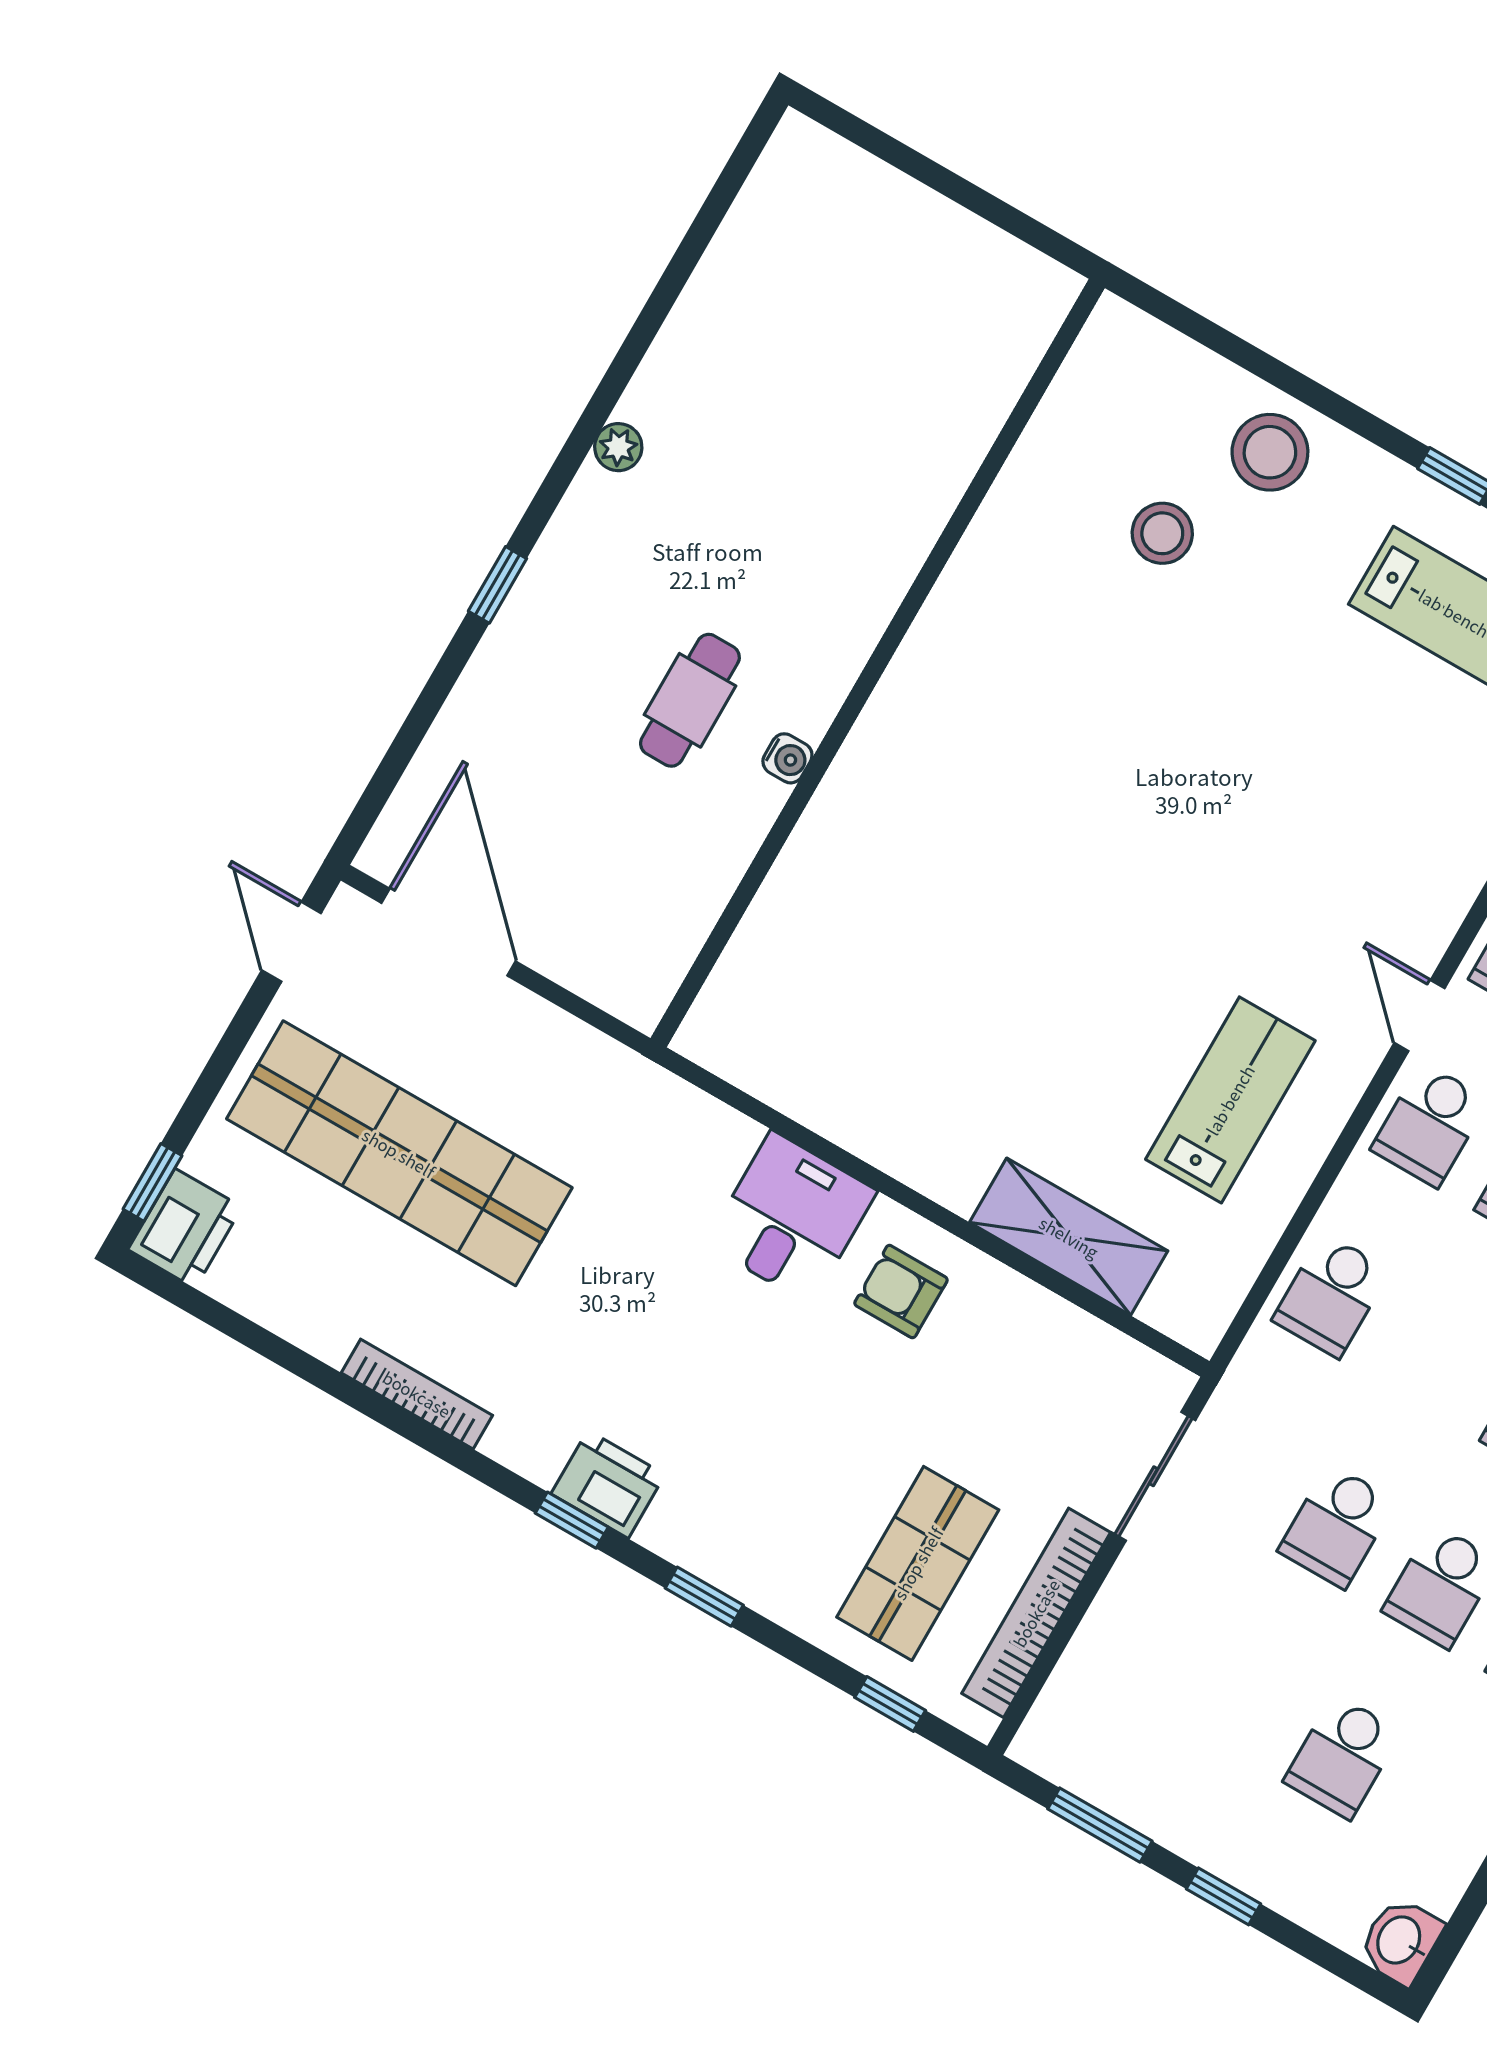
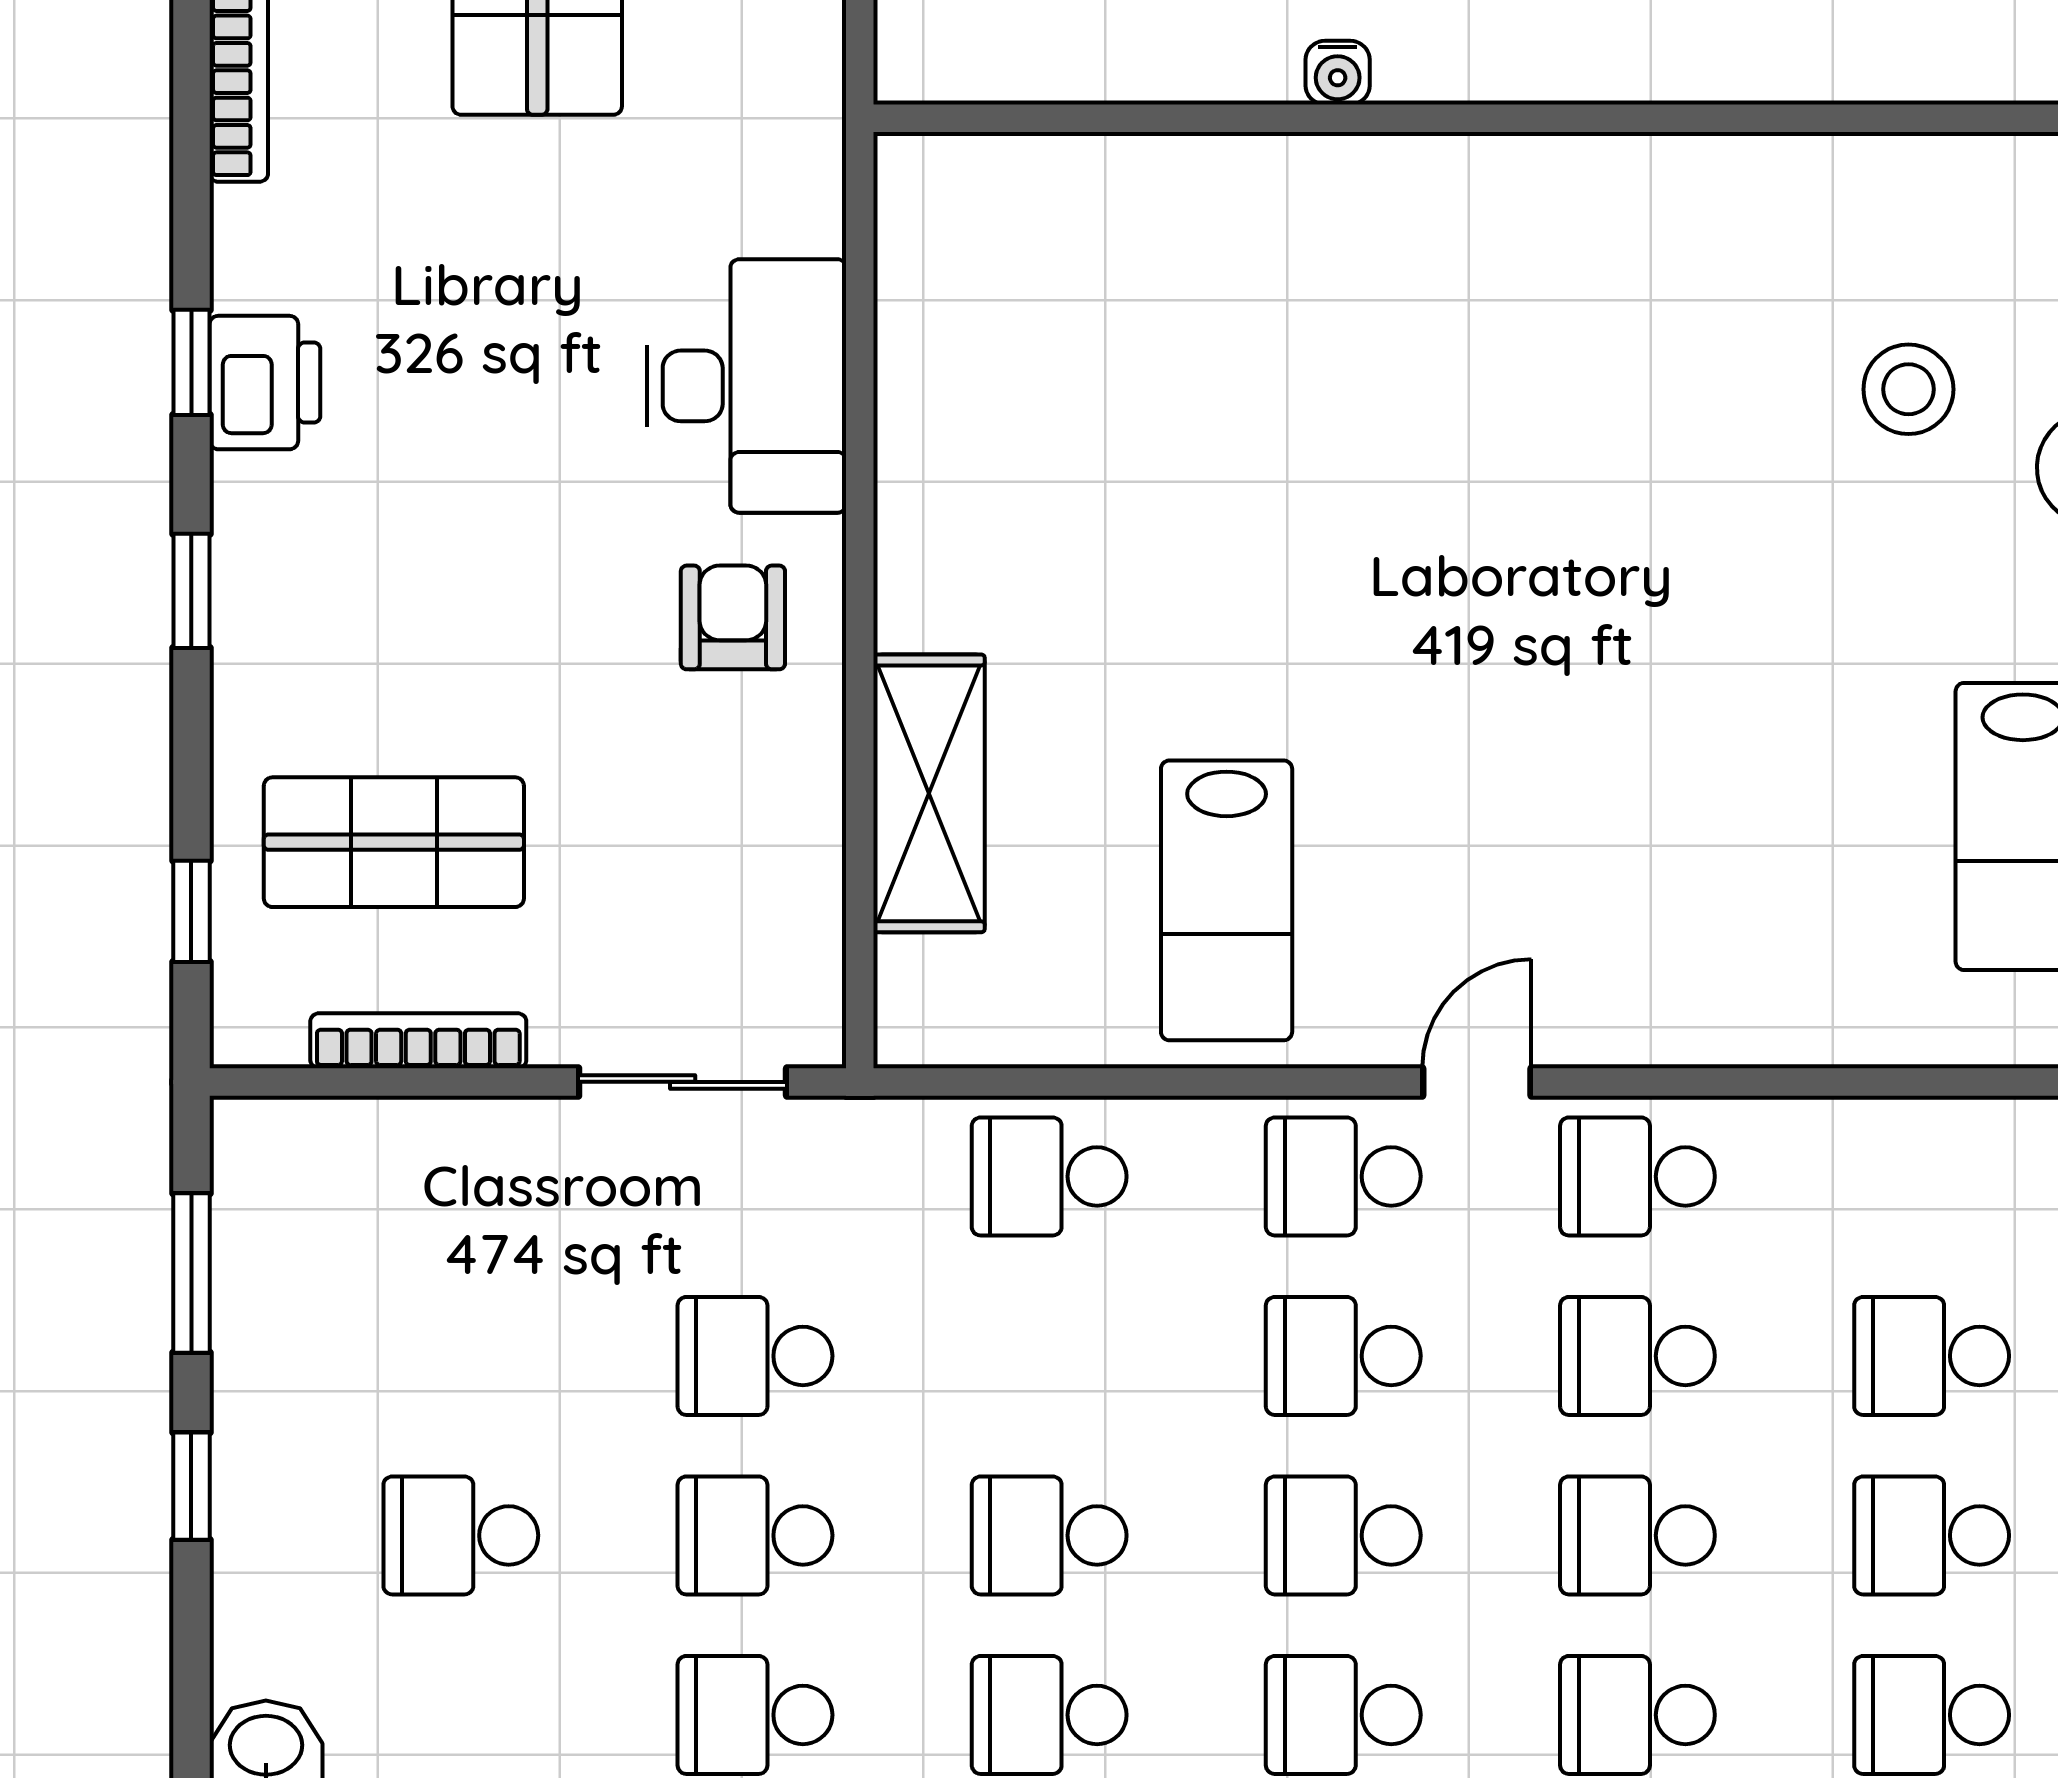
lab bench: (1230, 1100) -> (1227, 900), turned 90
desk: (791, 1218) -> (746, 386), width x1.37
bookcase: (1036, 1613) -> (418, 1041), width x0.68, depth x0.76

